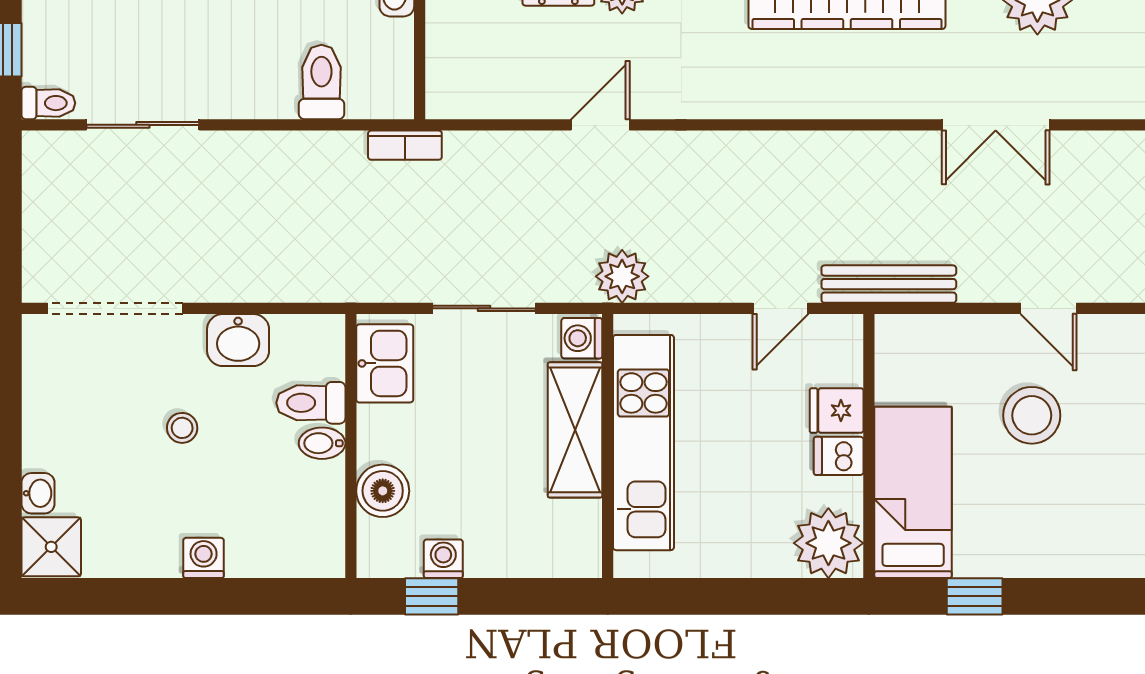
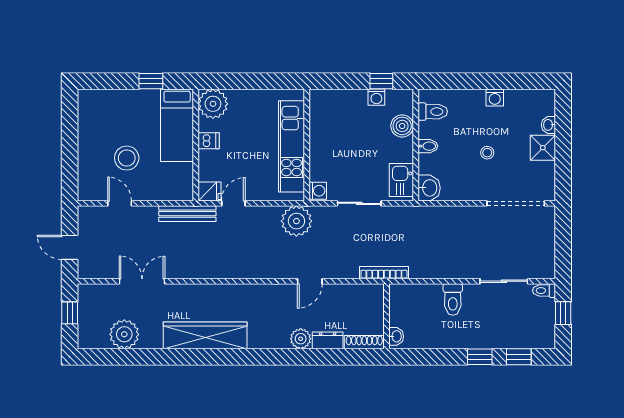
toilet: (321, 82) -> (453, 299), moved
bookcase: (405, 145) -> (384, 273), width x1.56
plant: (622, 276) -> (296, 221), width x1.36, depth x1.36
washbasin: (238, 340) -> (429, 188), moved, turned 90
toilet: (311, 403) -> (433, 112), moved
fridge: (837, 411) -> (210, 191), moved
shelving: (575, 430) -> (321, 152), removed
shower: (51, 547) -> (543, 148), moved
washing machine: (204, 558) -> (495, 98), moved

